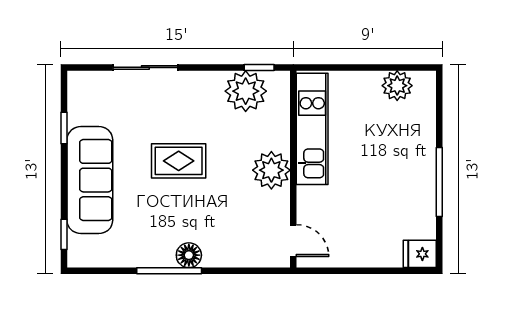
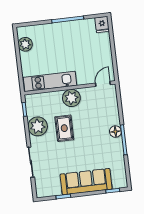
plant: (246, 91) -> (38, 126), moved
rug: (179, 161) -> (64, 128), moved

